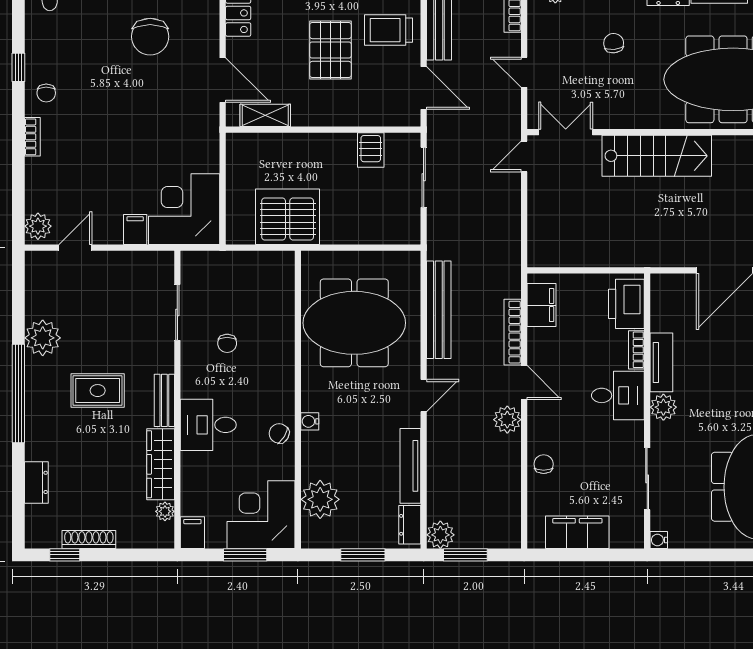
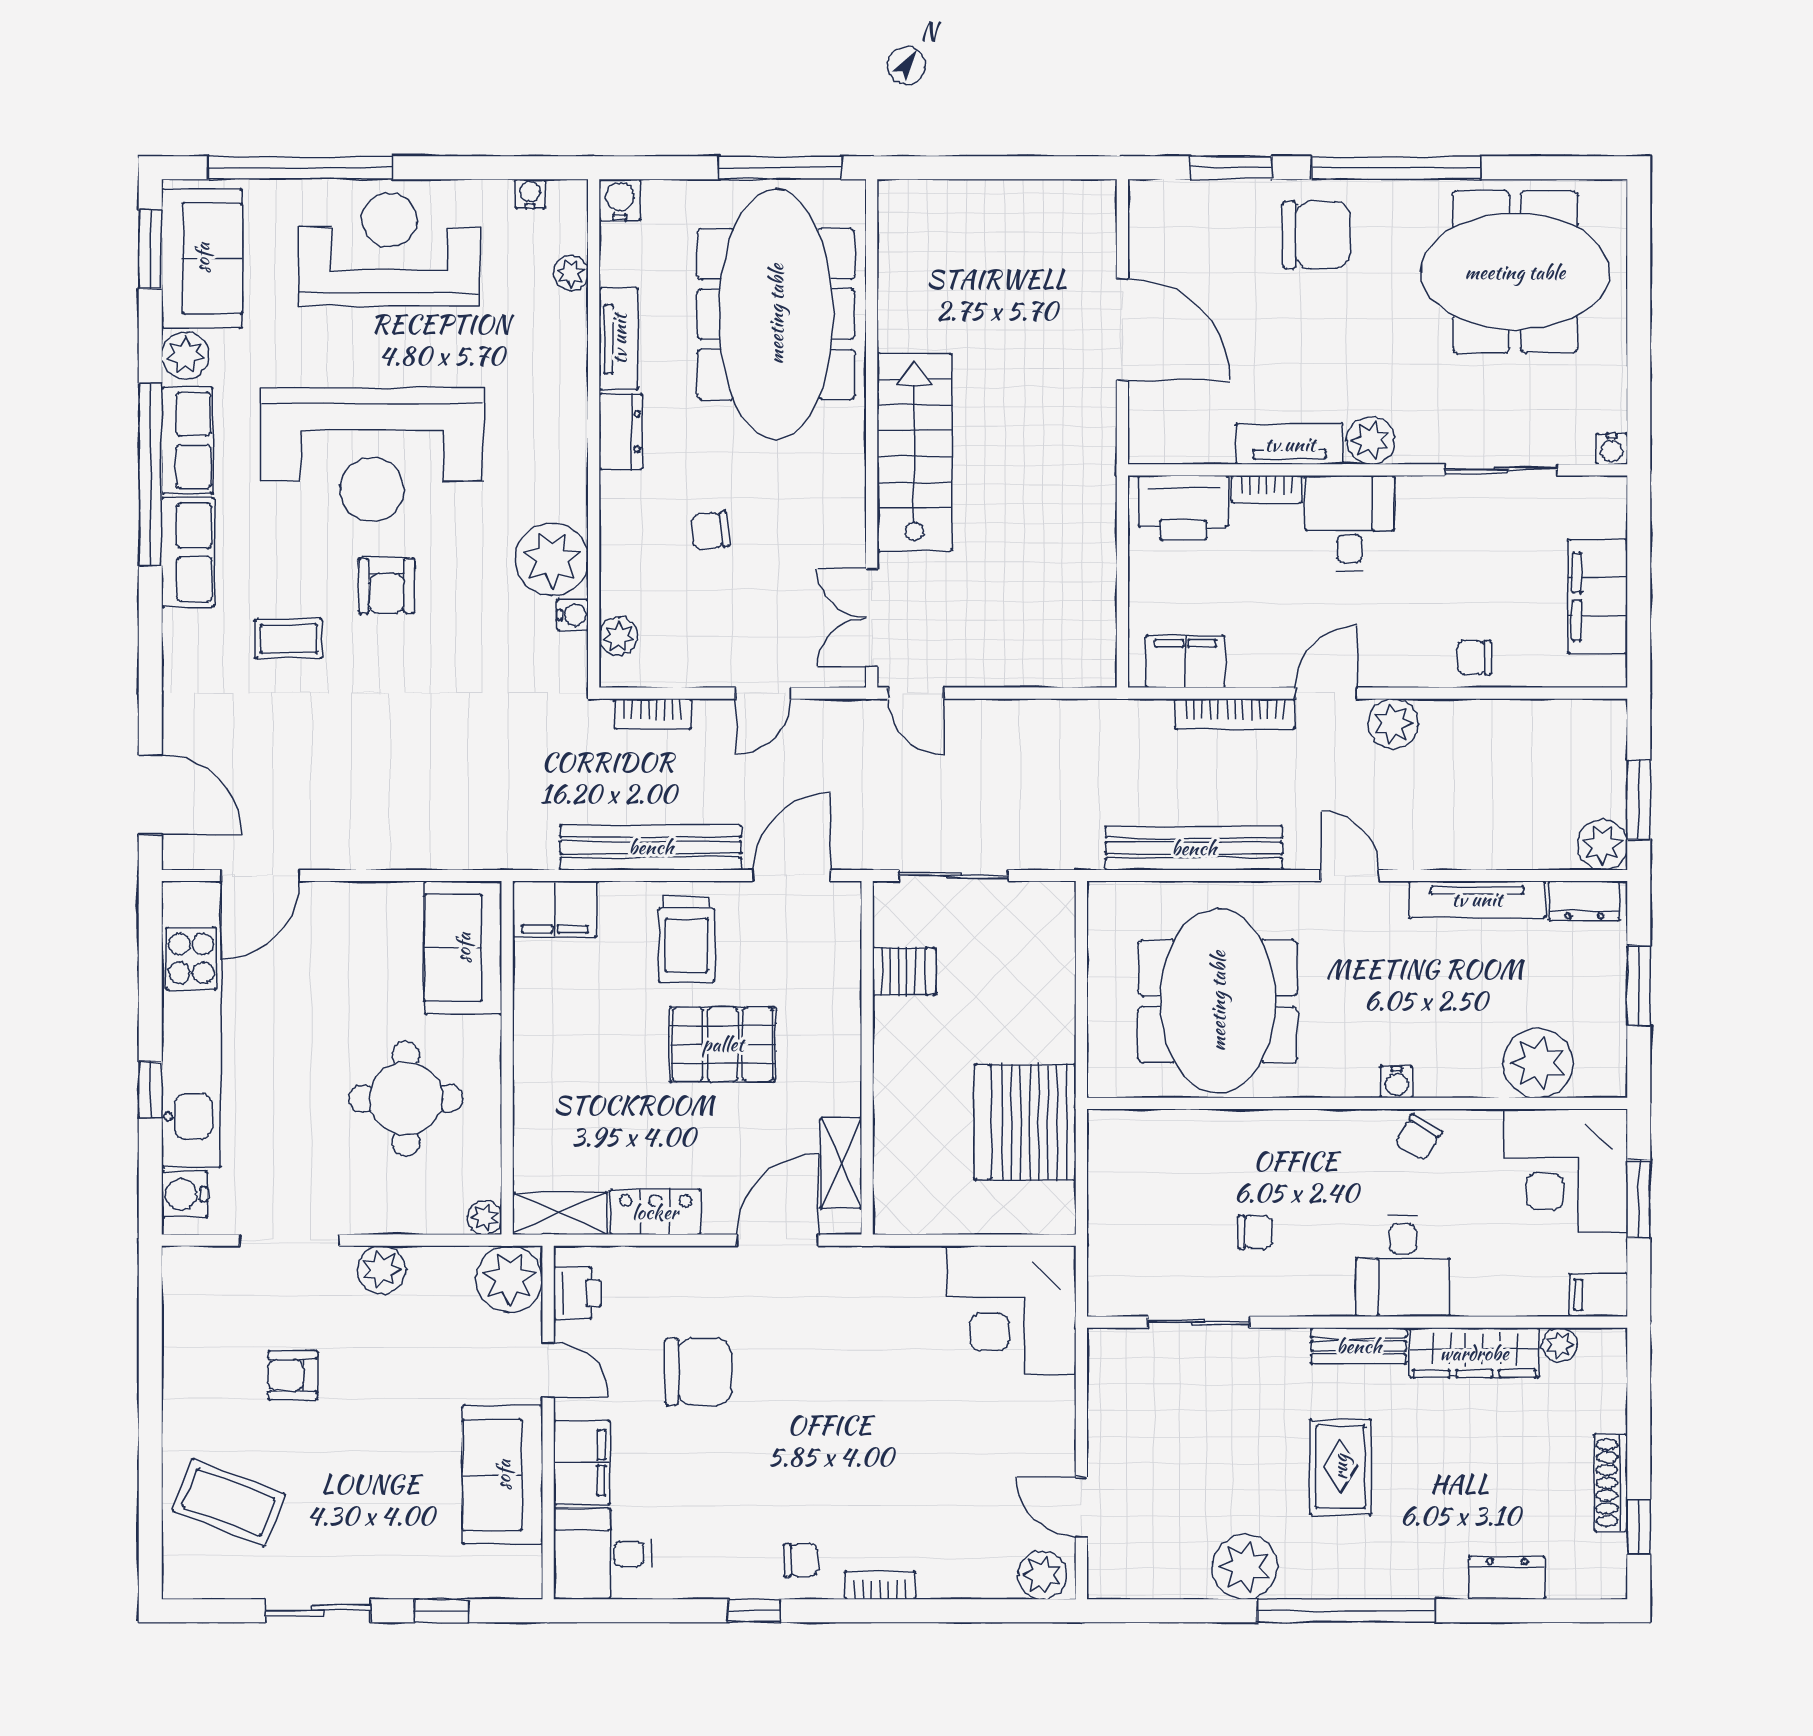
filing cabinet: (135, 229) -> (1048, 1399), removed

